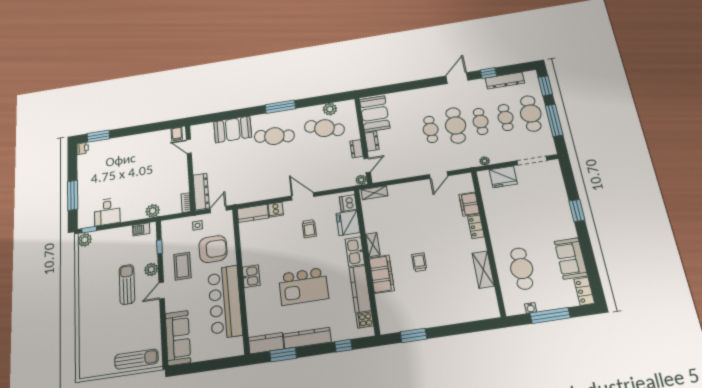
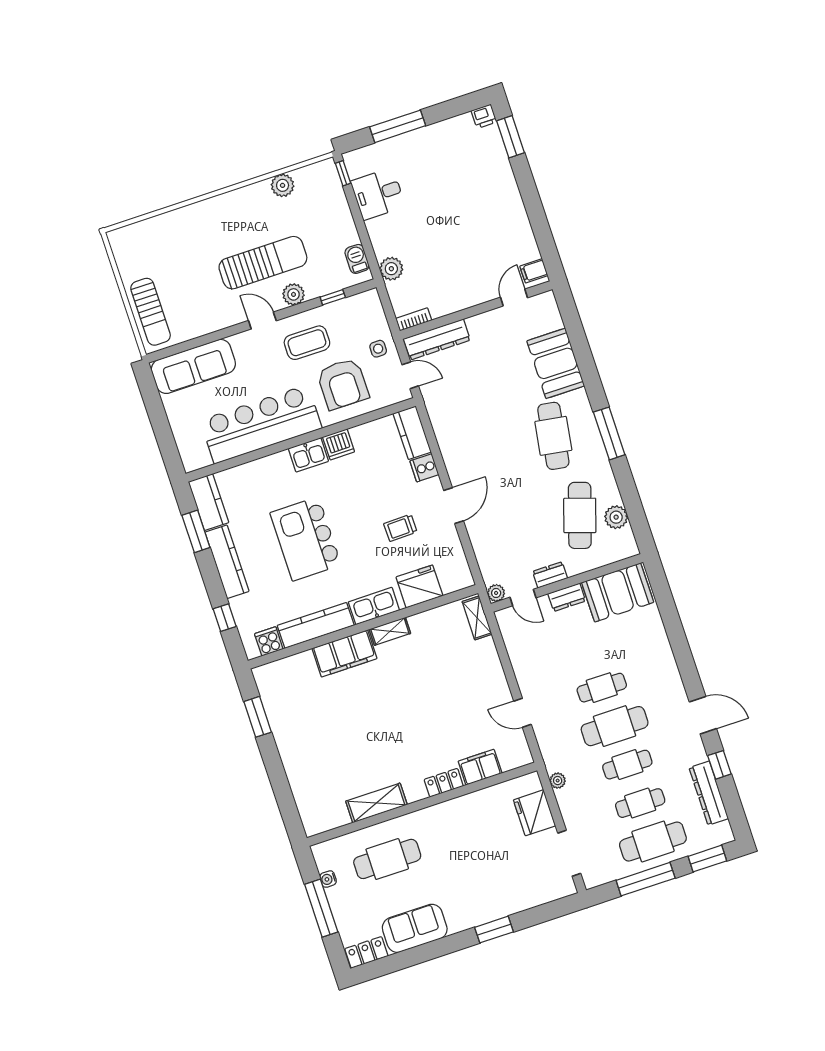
dishwasher: (348, 203) -> (339, 444), moved, turned 180
plant: (85, 240) -> (283, 185), moved
trolley: (419, 262) -> (373, 707), removed
sun lounger: (127, 284) -> (263, 263), width x1.36, depth x1.34

